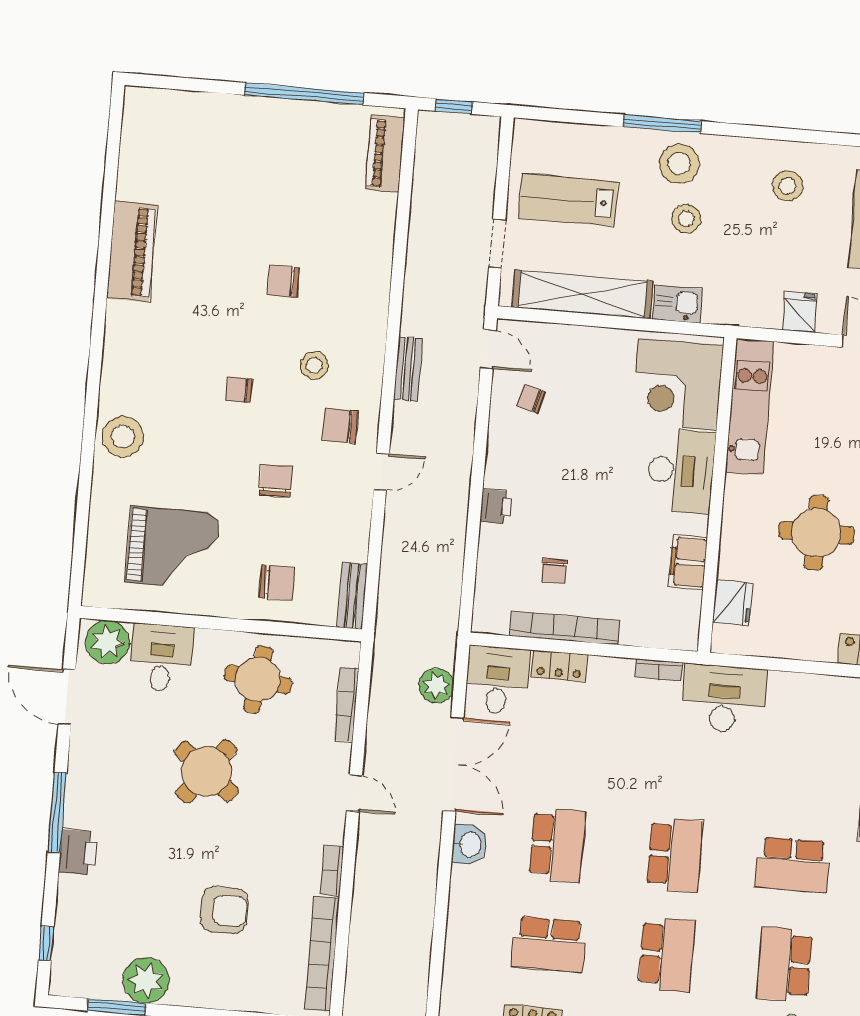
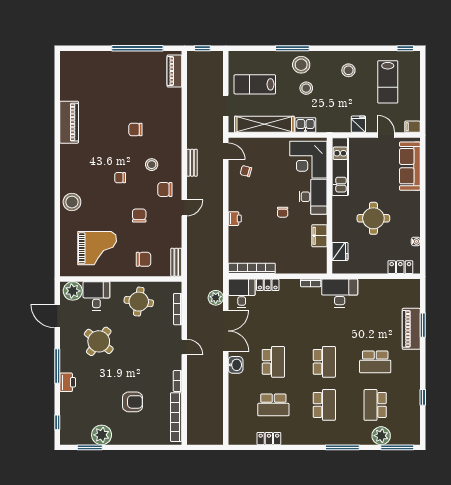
chair: (554, 571) -> (283, 212), moved
bookcase: (565, 628) -> (252, 268), moved
round table: (206, 771) -> (99, 341), moved

